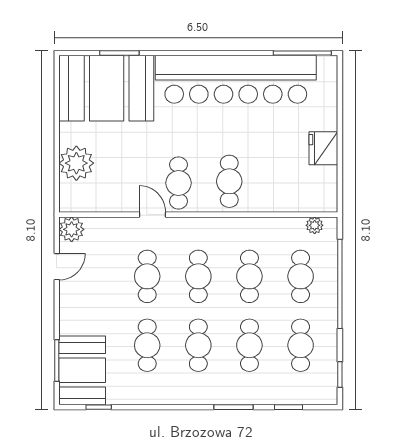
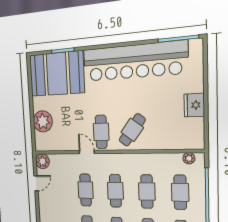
cafe table: (229, 181) -> (132, 130), turned 37

